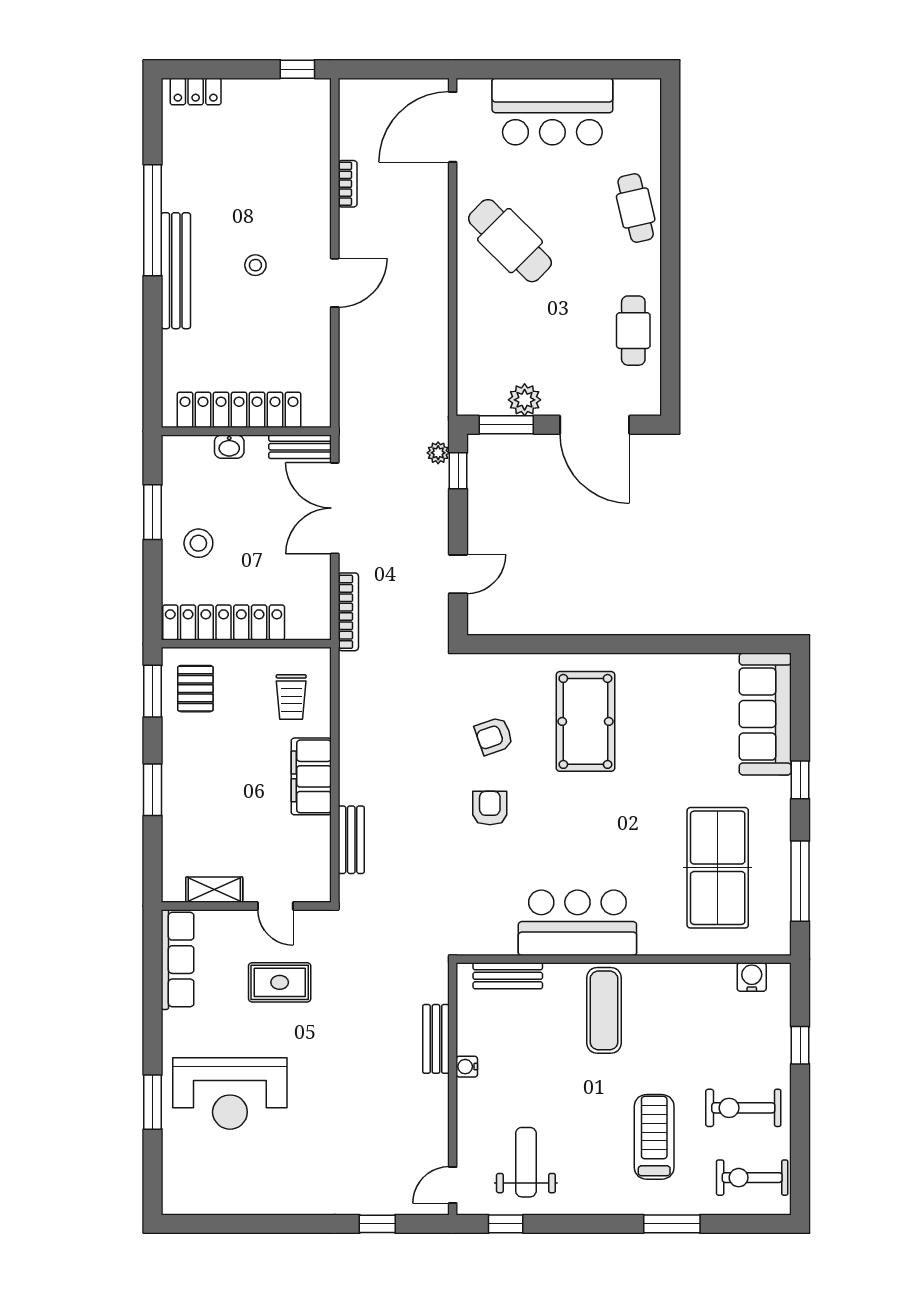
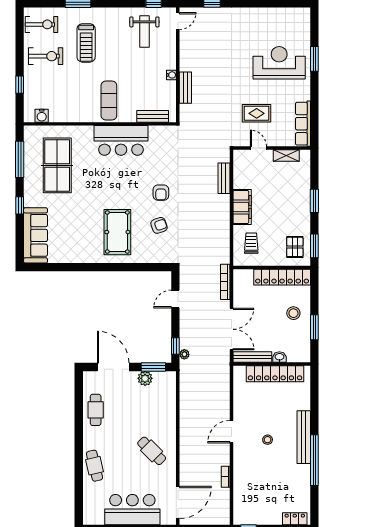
cafe table: (510, 241) -> (152, 451), width x0.73, depth x0.74
bench: (300, 447) -> (252, 357), width x1.36

